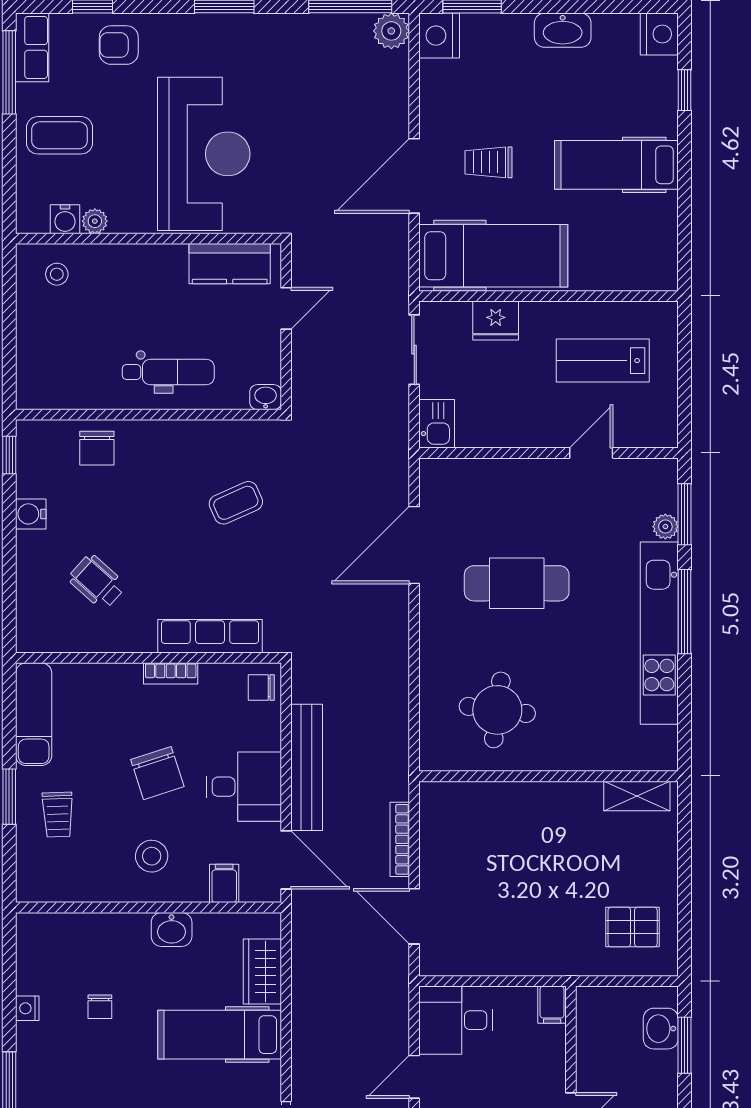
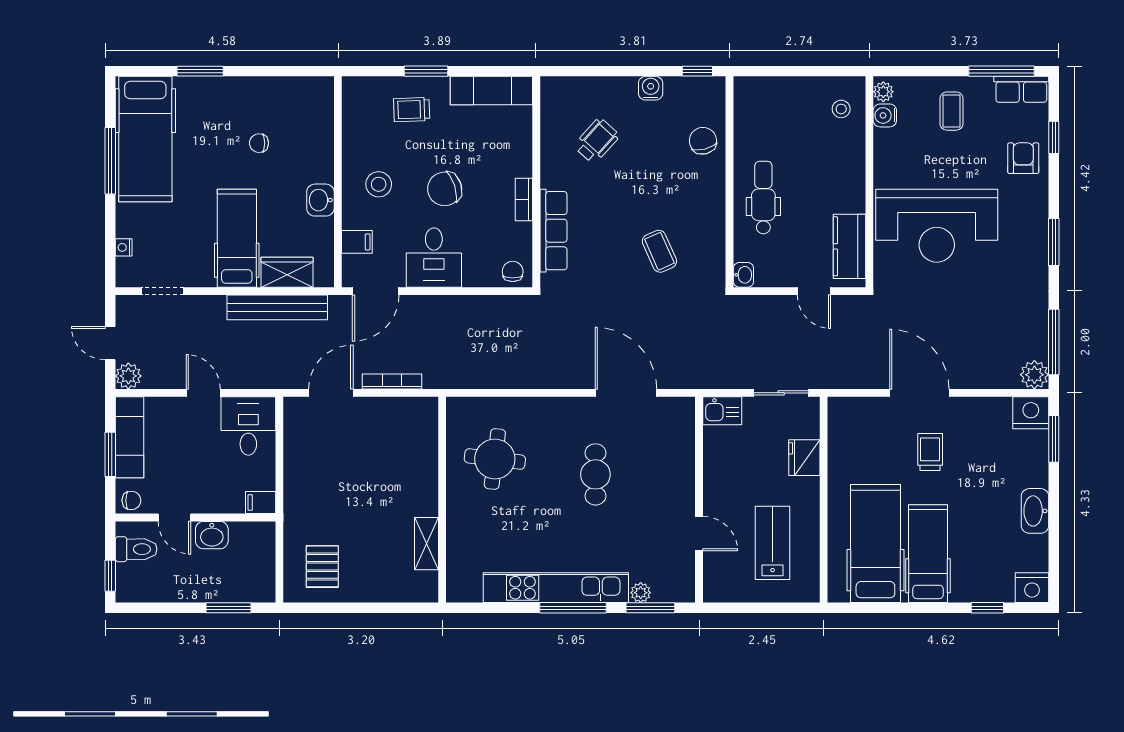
coffee table: (60, 135) -> (952, 111), width x0.73, depth x0.77
plant: (95, 221) -> (883, 92), moved
hospital bed: (493, 256) -> (875, 544), moved, turned 180
dental chair: (168, 372) -> (763, 197), turned 180
chair: (97, 448) -> (703, 141), turned 76
cafe table: (517, 583) -> (595, 474), width x0.73, depth x0.74
bench: (307, 767) -> (277, 307), moved
shelving: (637, 796) -> (427, 544), moved
nightstand: (27, 1008) -> (258, 85), removed
washbasin: (661, 1029) -> (212, 535), moved, turned 180

